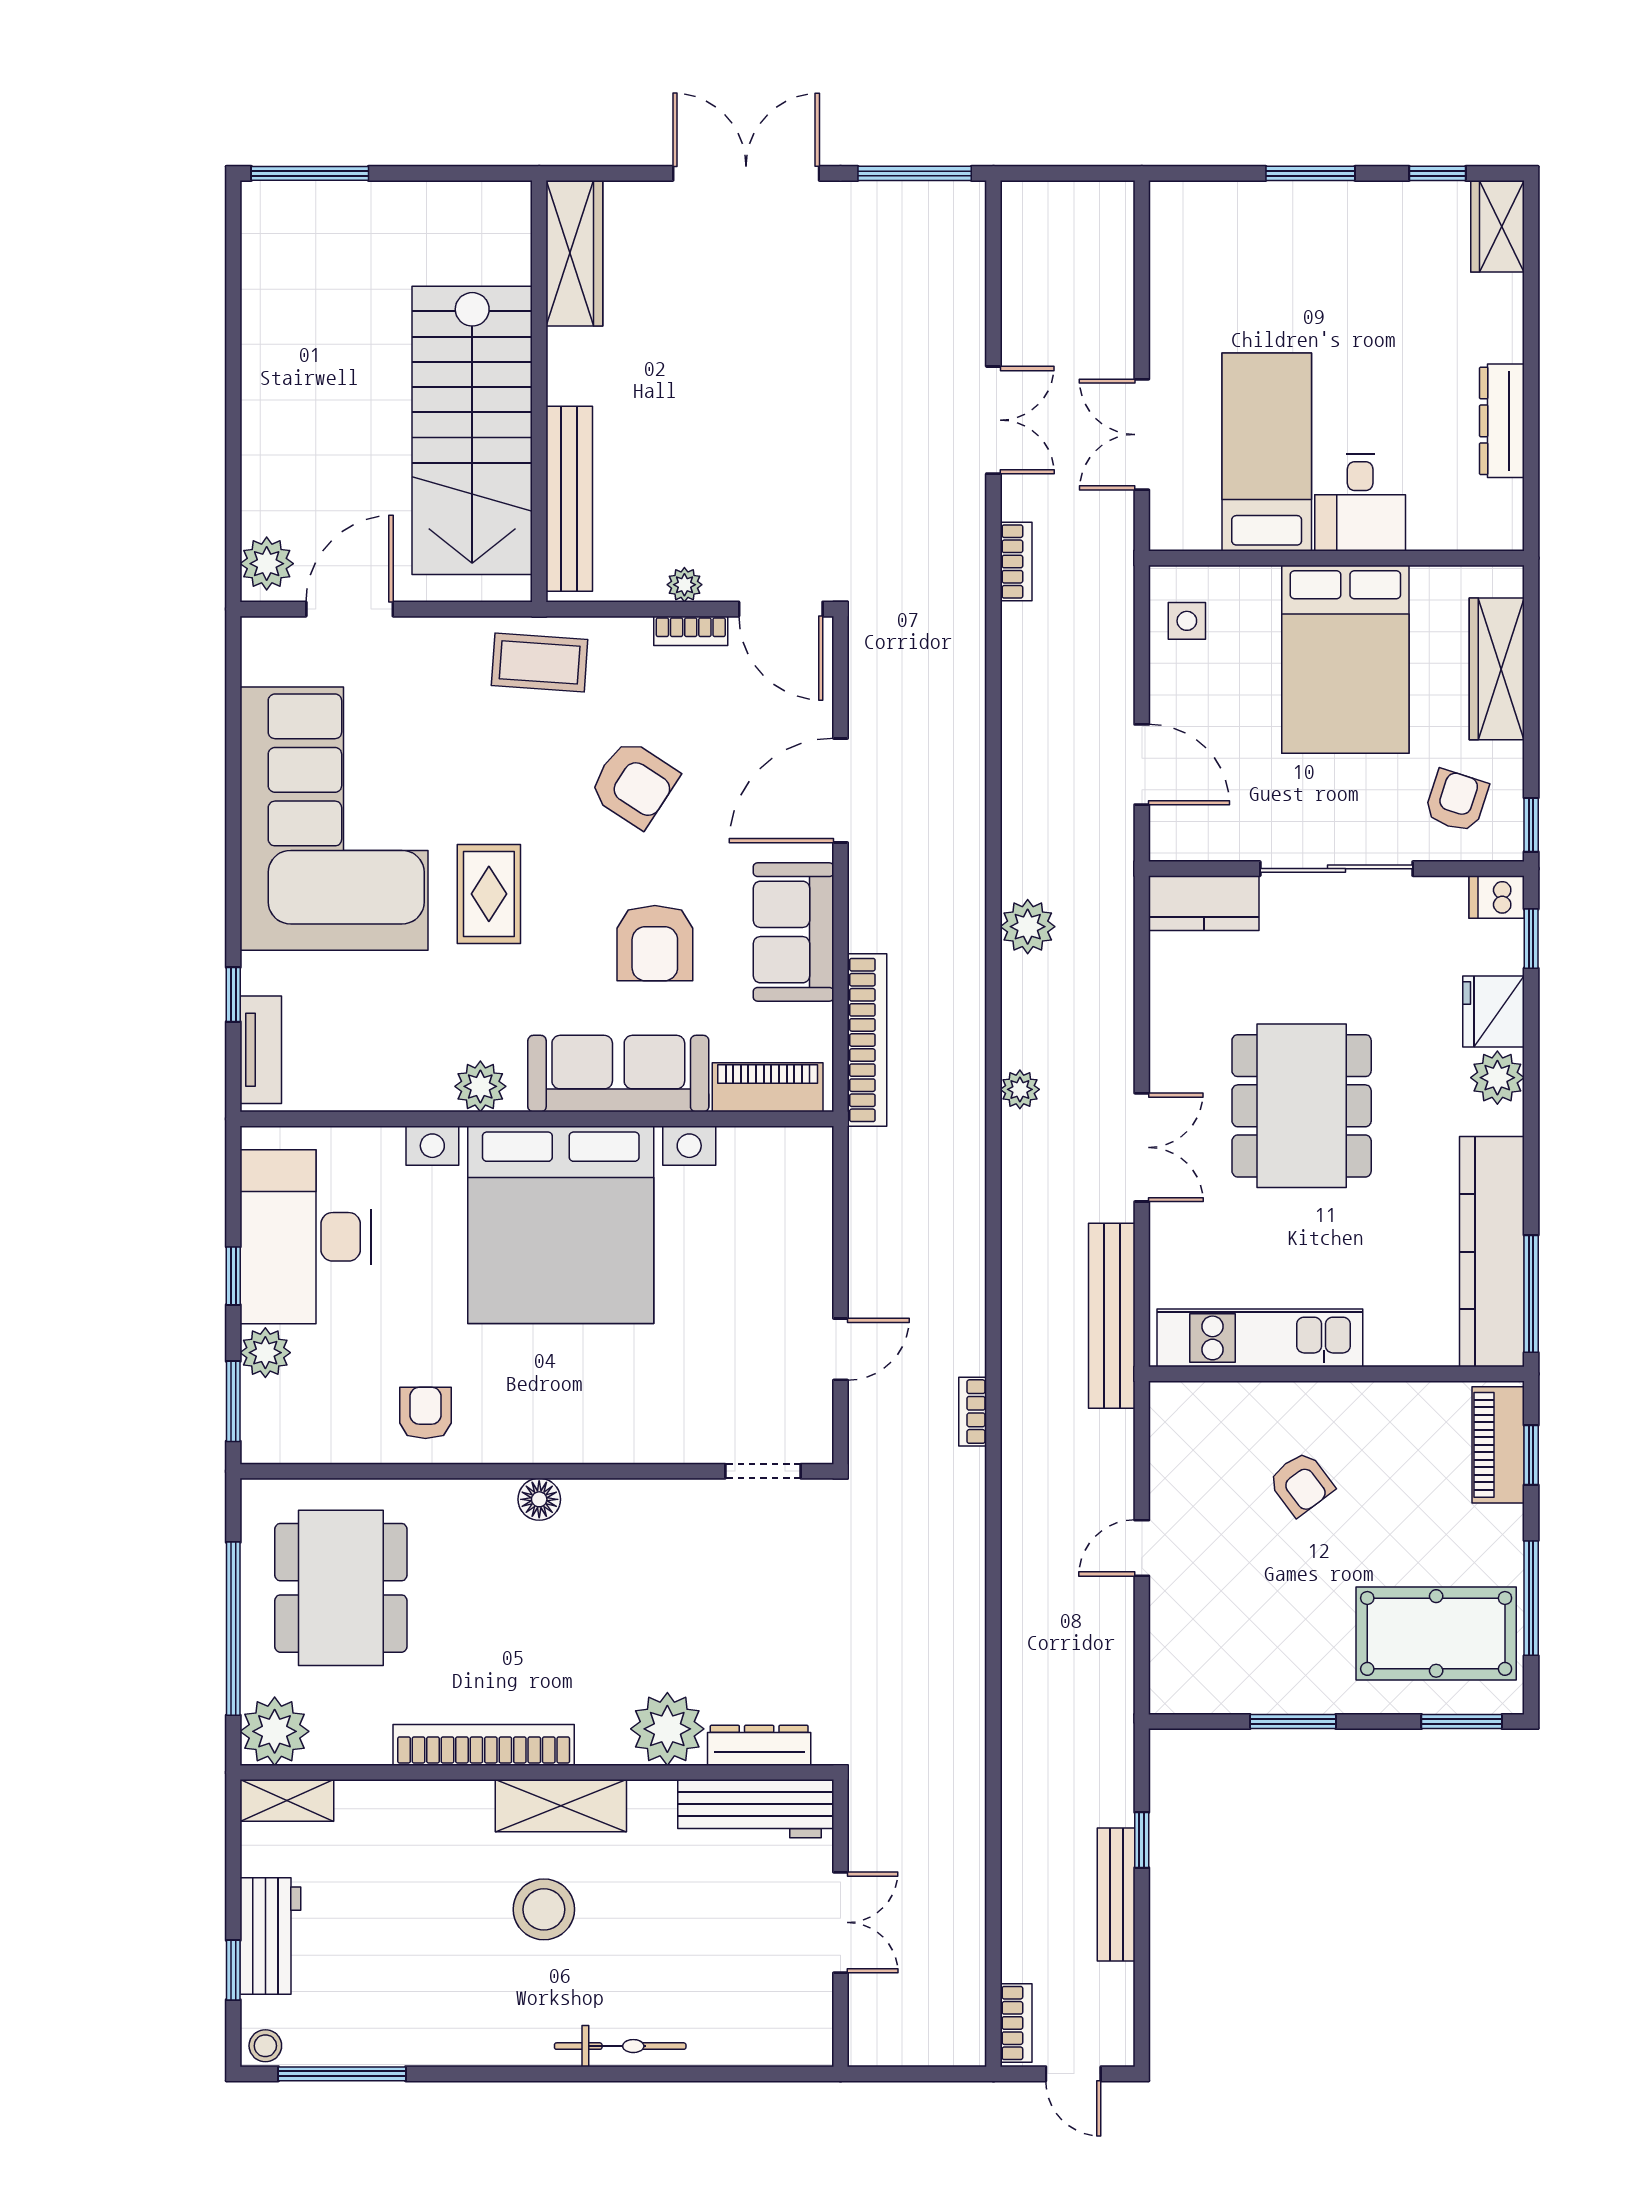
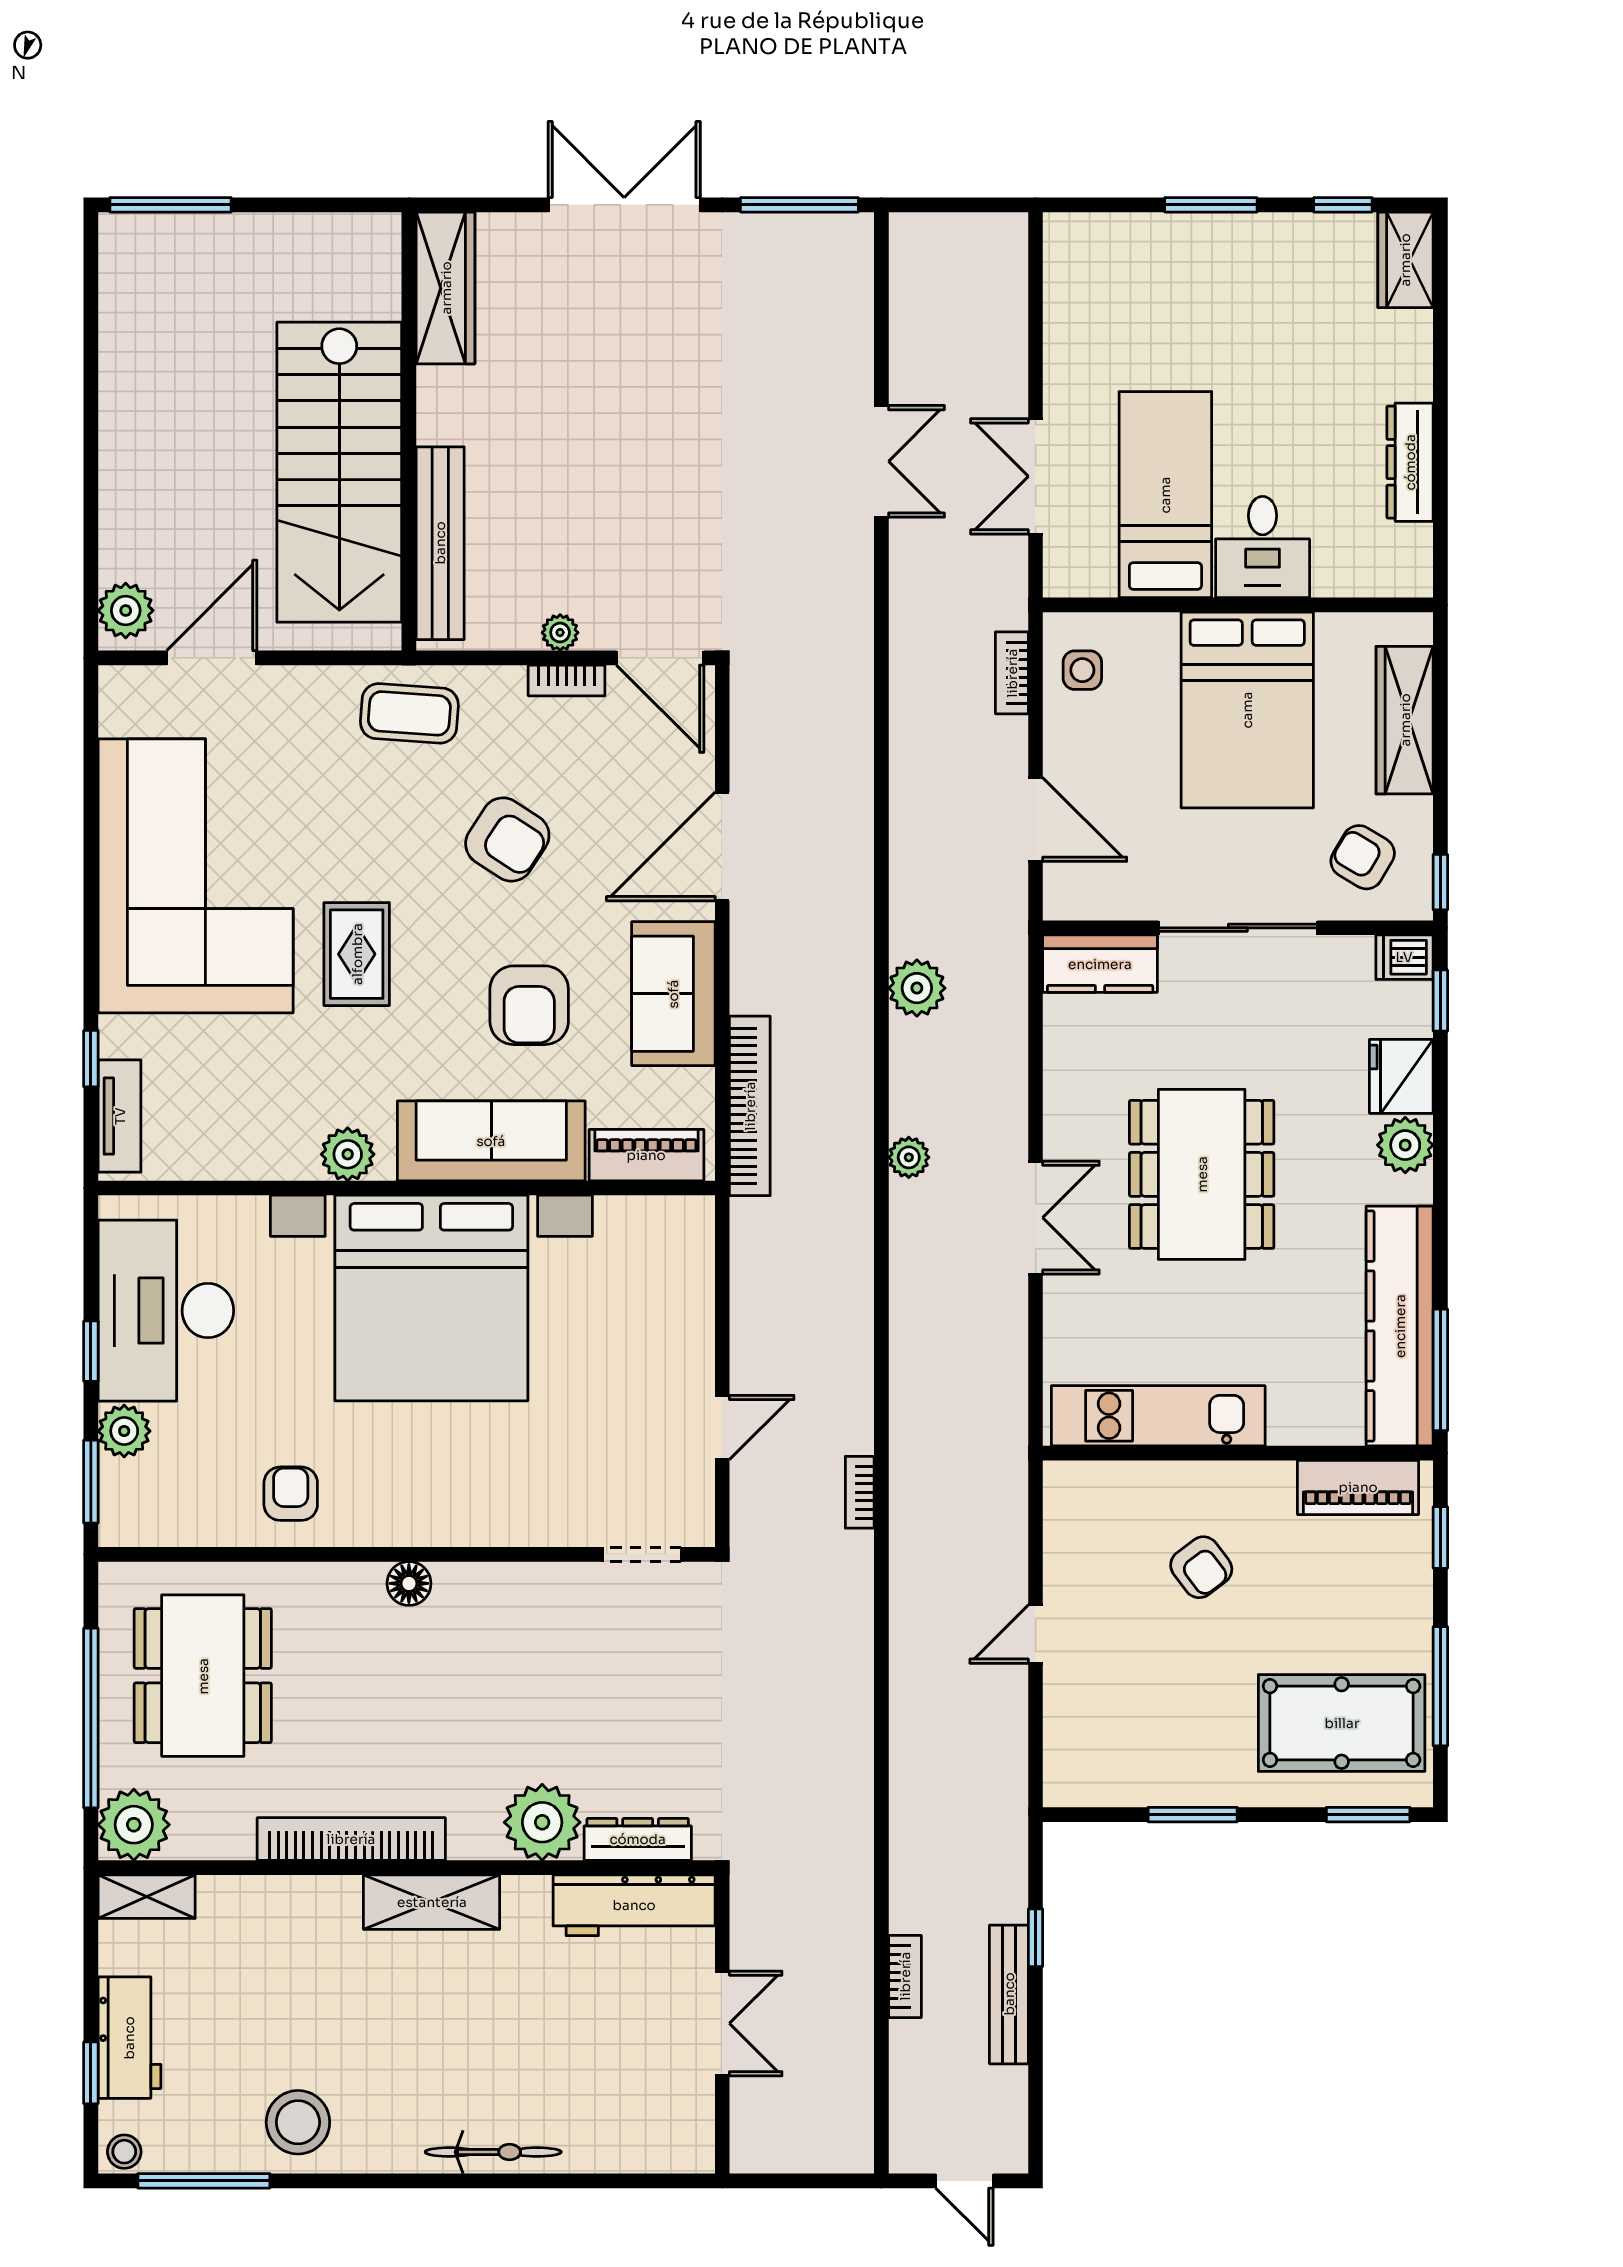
bookcase: (1016, 562) -> (1012, 673), moved, turned 180
armchair: (1456, 801) -> (1363, 857), turned -77
bench: (1112, 1316) -> (1004, 1393), removed
piano: (1498, 1445) -> (1358, 1487), moved, turned -90
stool: (544, 1909) -> (298, 2122), moved
bookcase: (1016, 2023) -> (905, 1976), moved

